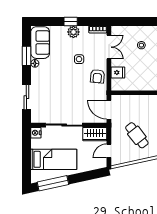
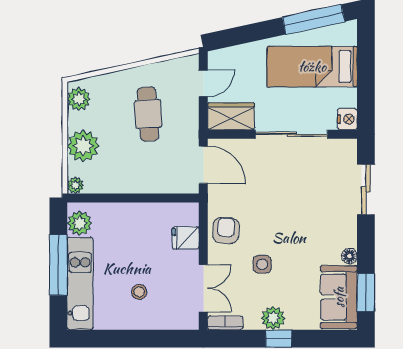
double door: (109, 47) -> (203, 288), swing flipped
window: (26, 56) -> (366, 293), moved
cafe table: (137, 135) -> (148, 114), turned 34

